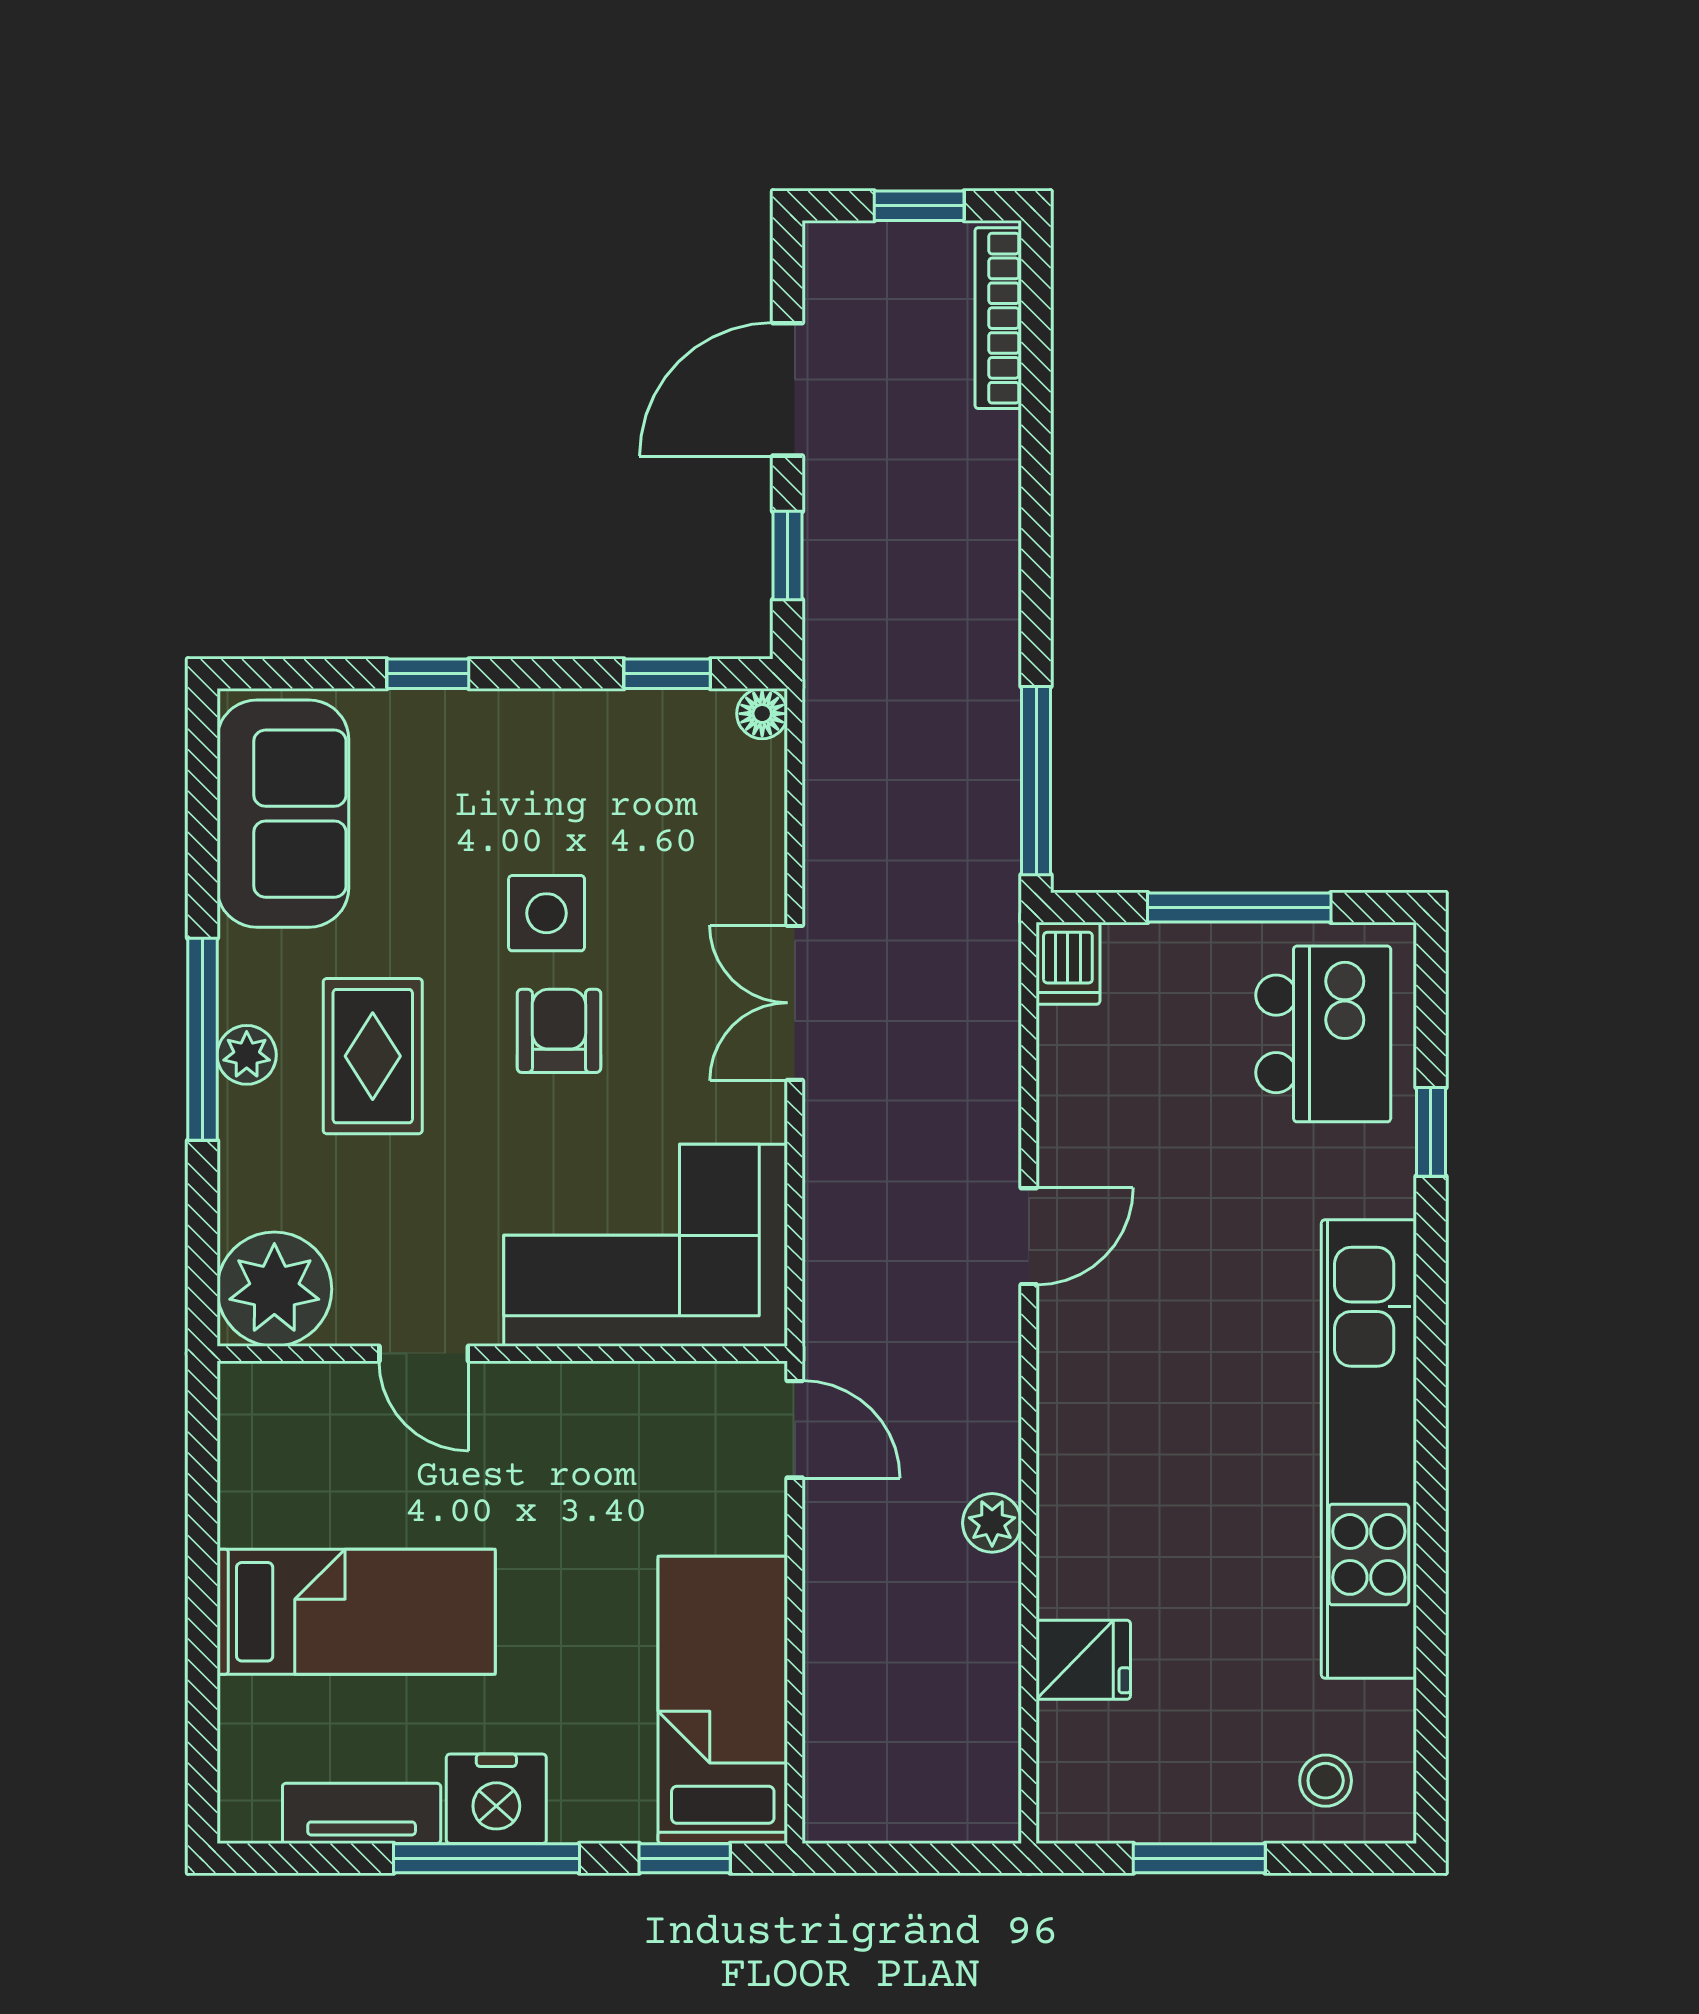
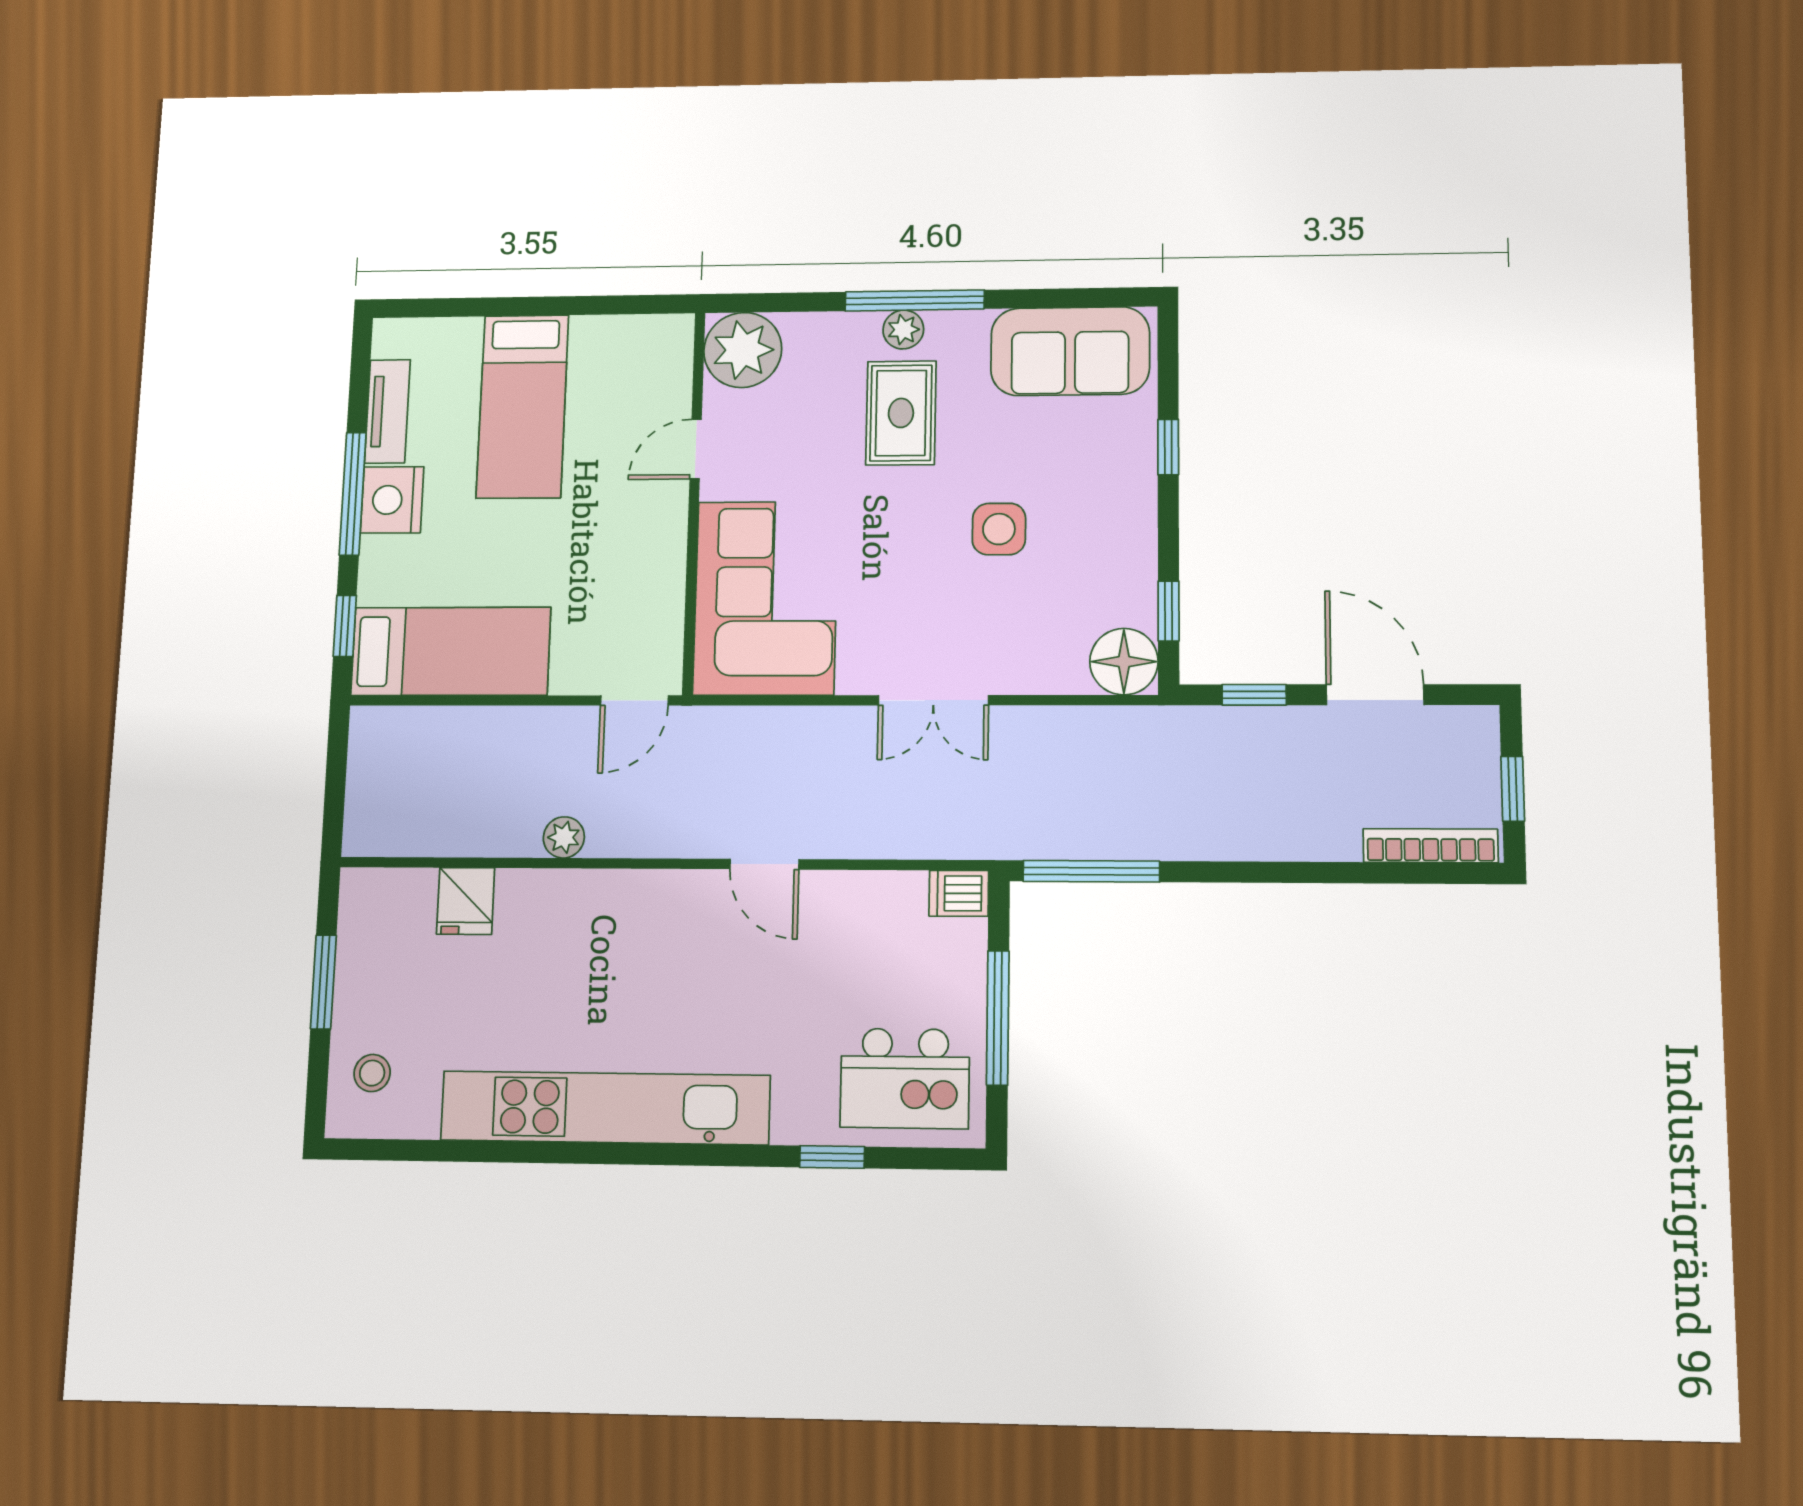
floor lamp: (762, 714) -> (1124, 662), width x1.89, depth x1.89
double door: (795, 1003) -> (933, 700), swing flipped
armchair: (559, 1031) -> (916, 538), removed
rug: (373, 1056) -> (901, 413), turned 90

